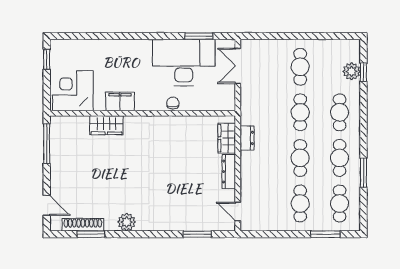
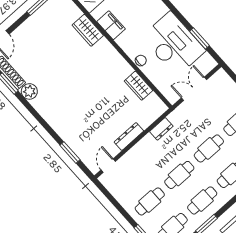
double door: (238, 66) -> (194, 89), moved
wardrobe: (227, 138) -> (138, 86), moved, turned -90
plant: (127, 222) -> (29, 91), moved

